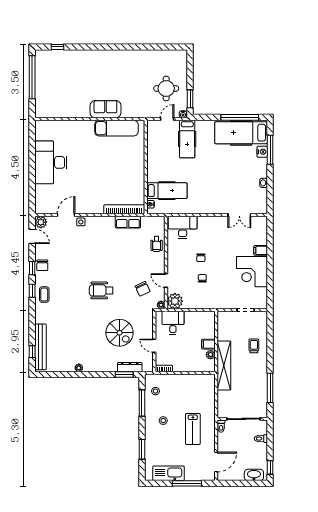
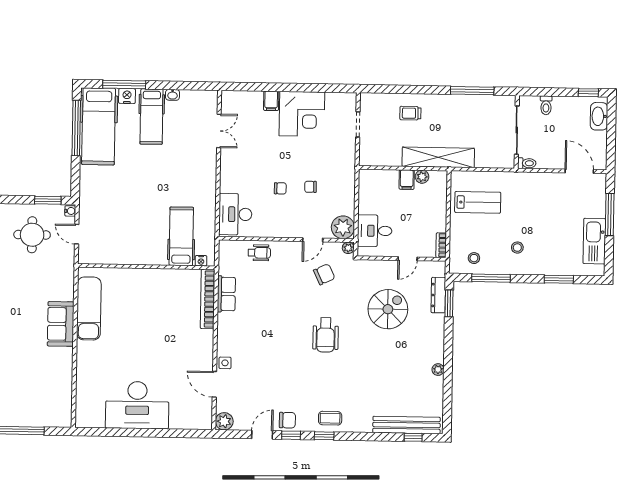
hospital bed: (187, 139) -> (151, 117), moved, turned 90
door: (32, 236) -> (262, 435), moved
lab bench: (193, 429) -> (478, 202), moved

